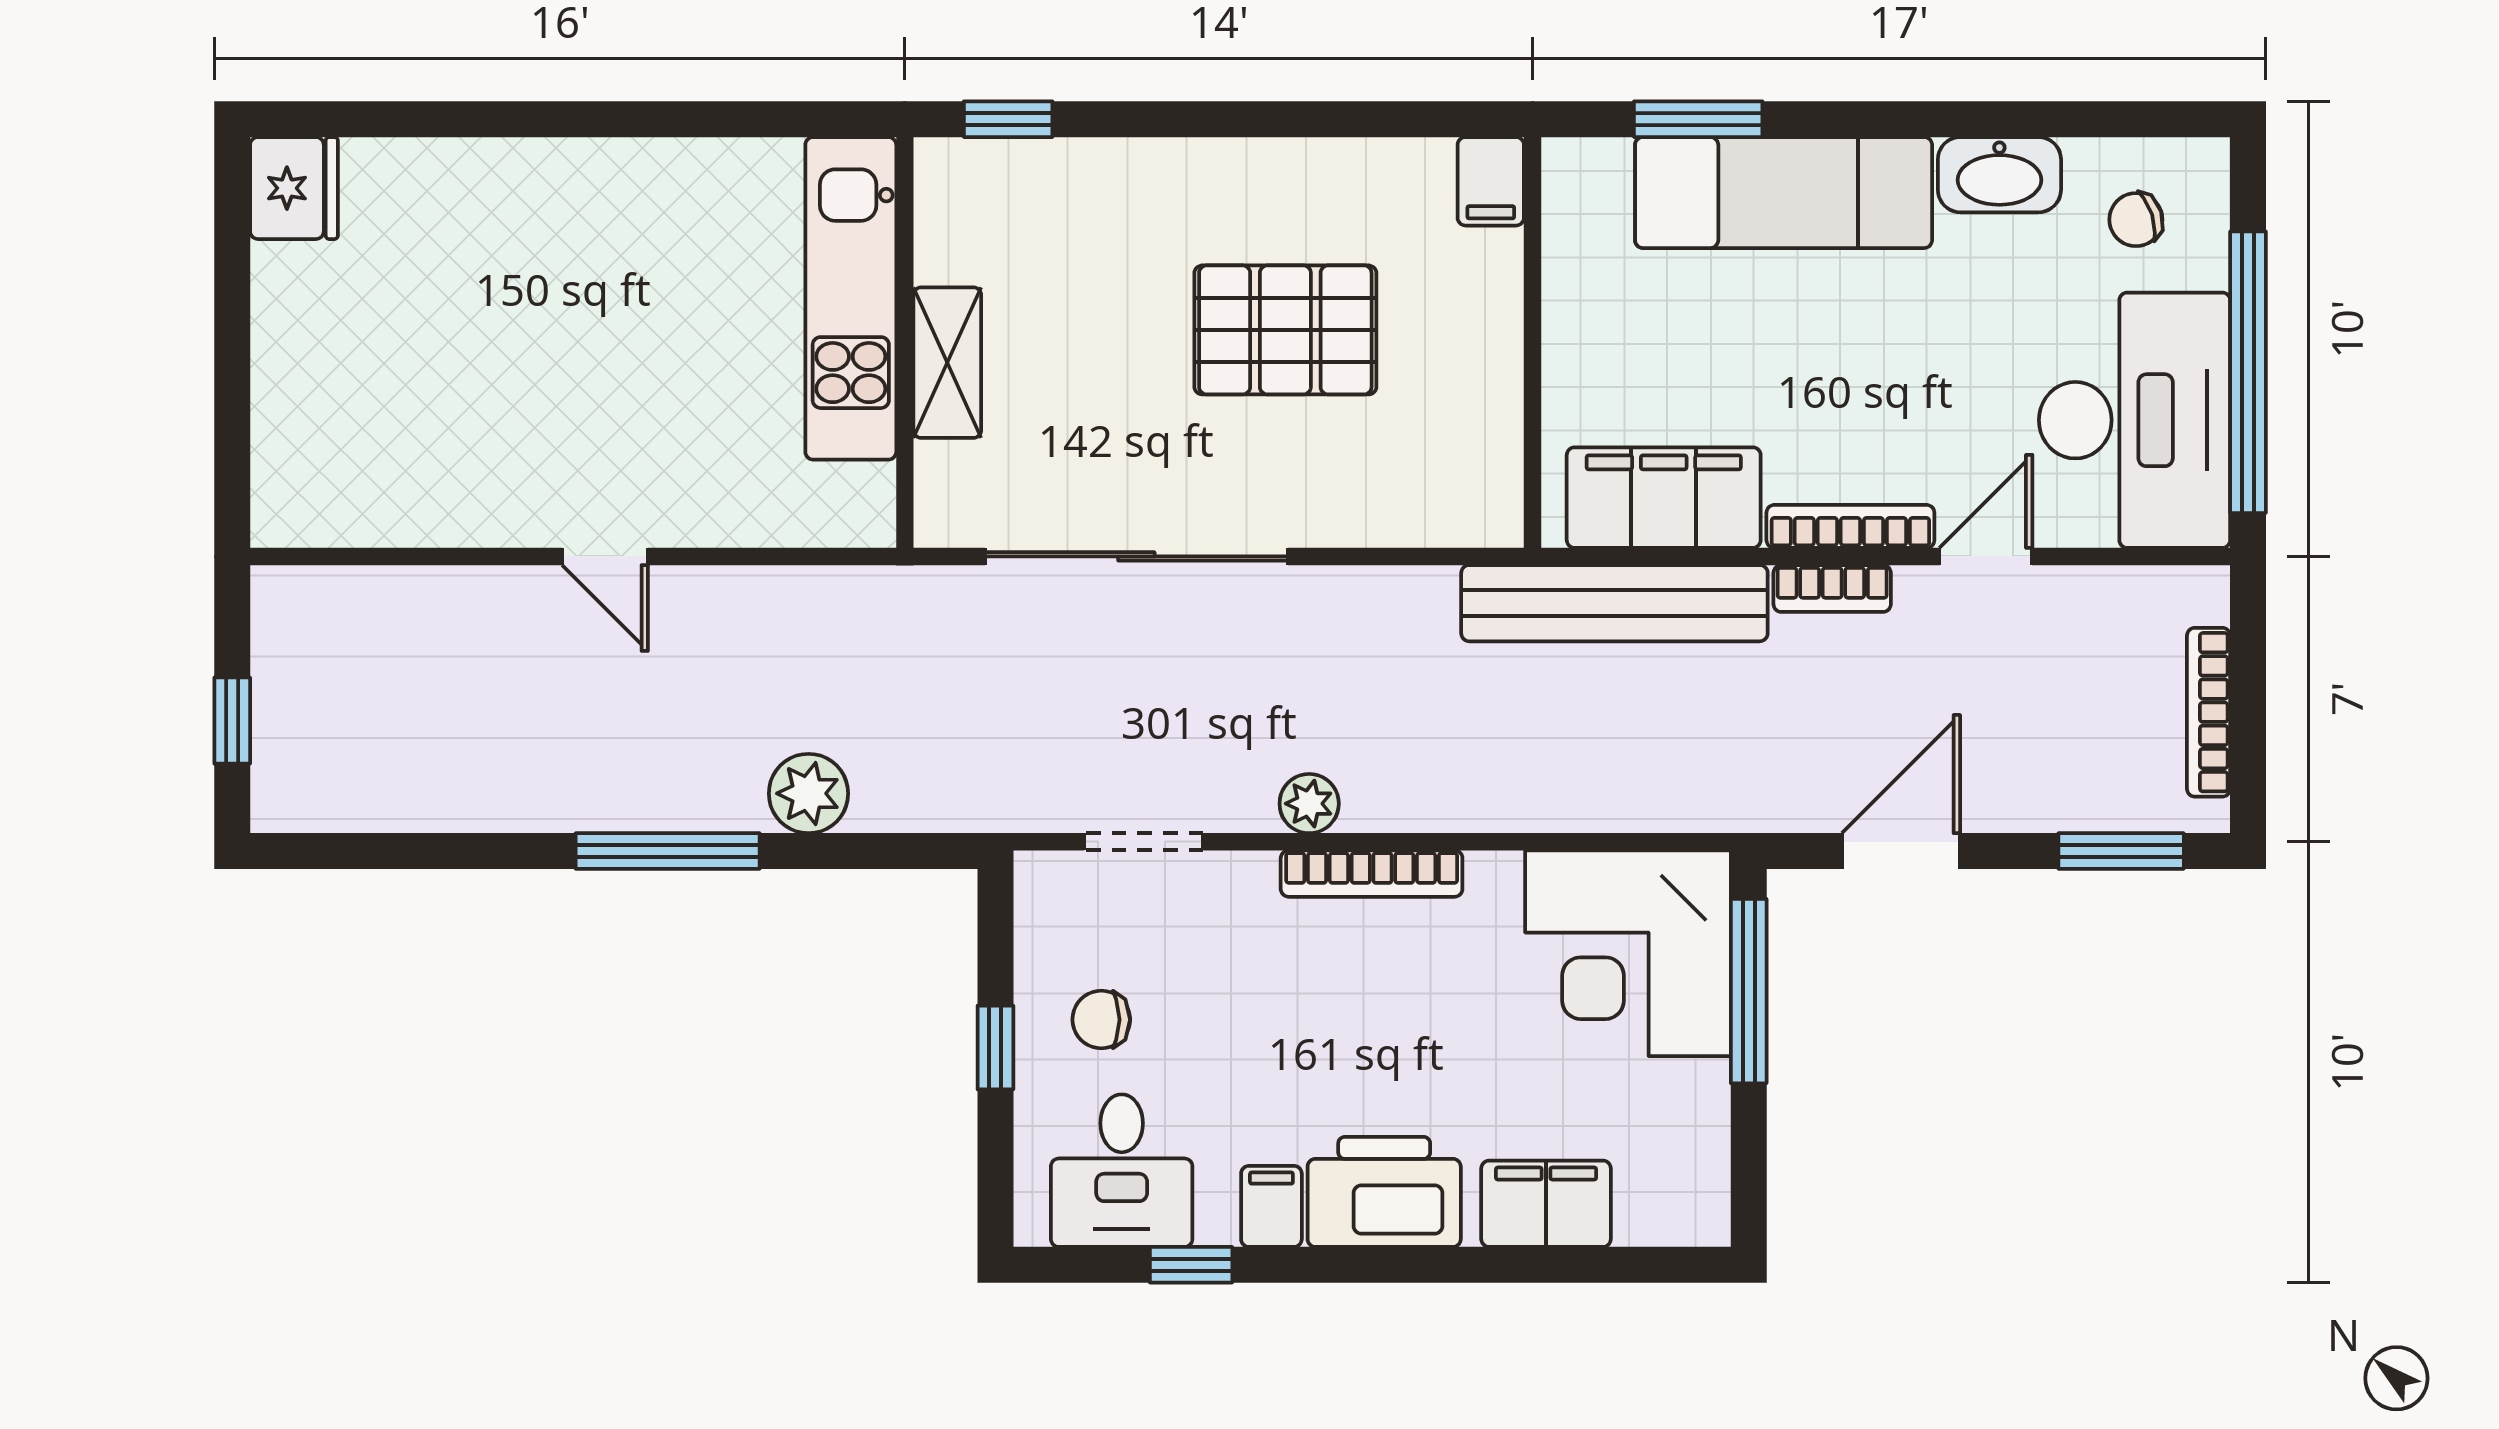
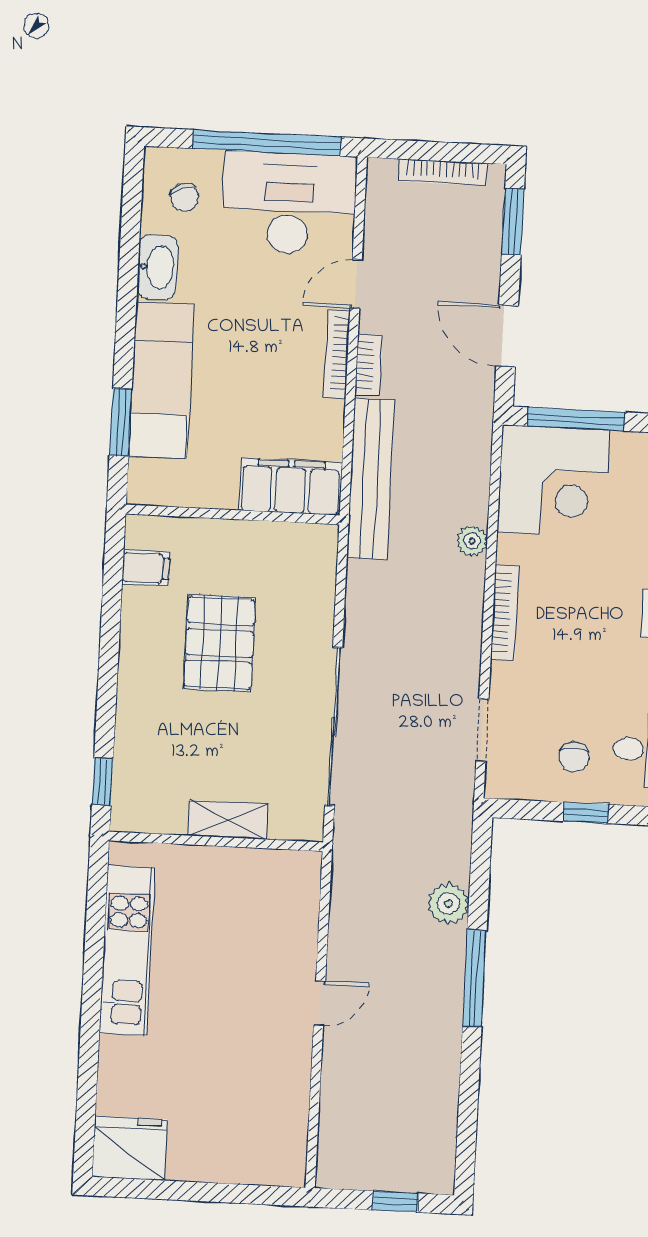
filing cabinet: (1491, 181) -> (146, 568), moved
fridge: (294, 188) -> (129, 1148), width x1.36, depth x1.34
kitchen unit: (851, 298) -> (127, 951), moved, turned -90
filing cabinet: (1664, 498) -> (291, 487), moved, turned 90
door: (1986, 556) -> (356, 284), hinge flipped
plant: (1309, 804) -> (472, 541), moved

